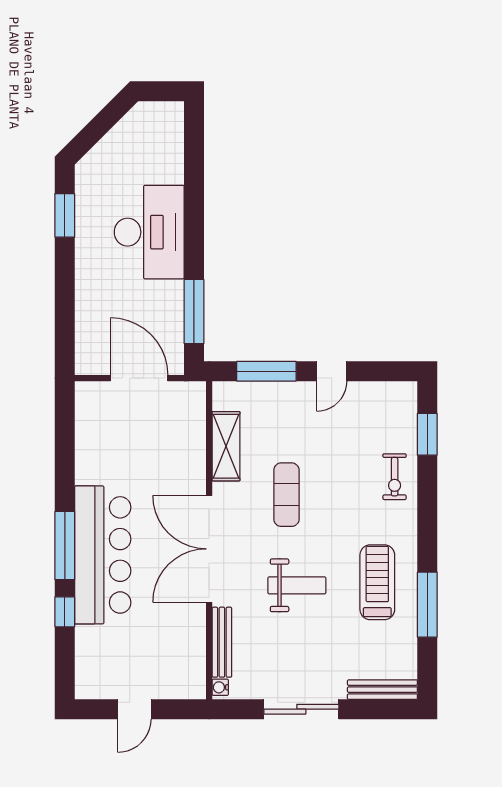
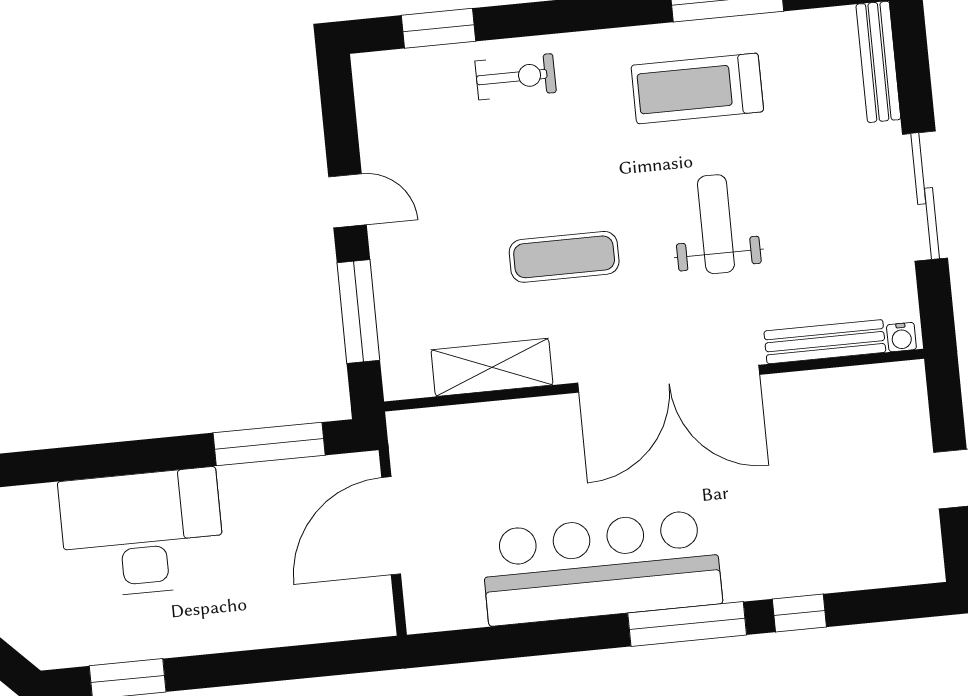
bar counter: (103, 555) -> (601, 568), moved

